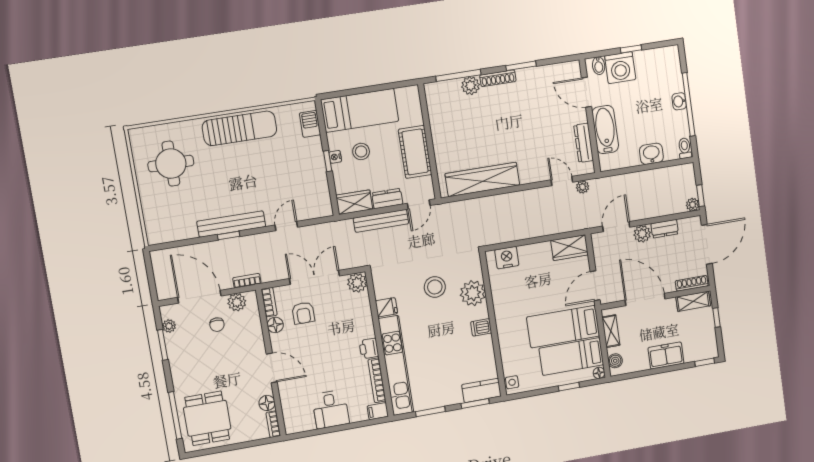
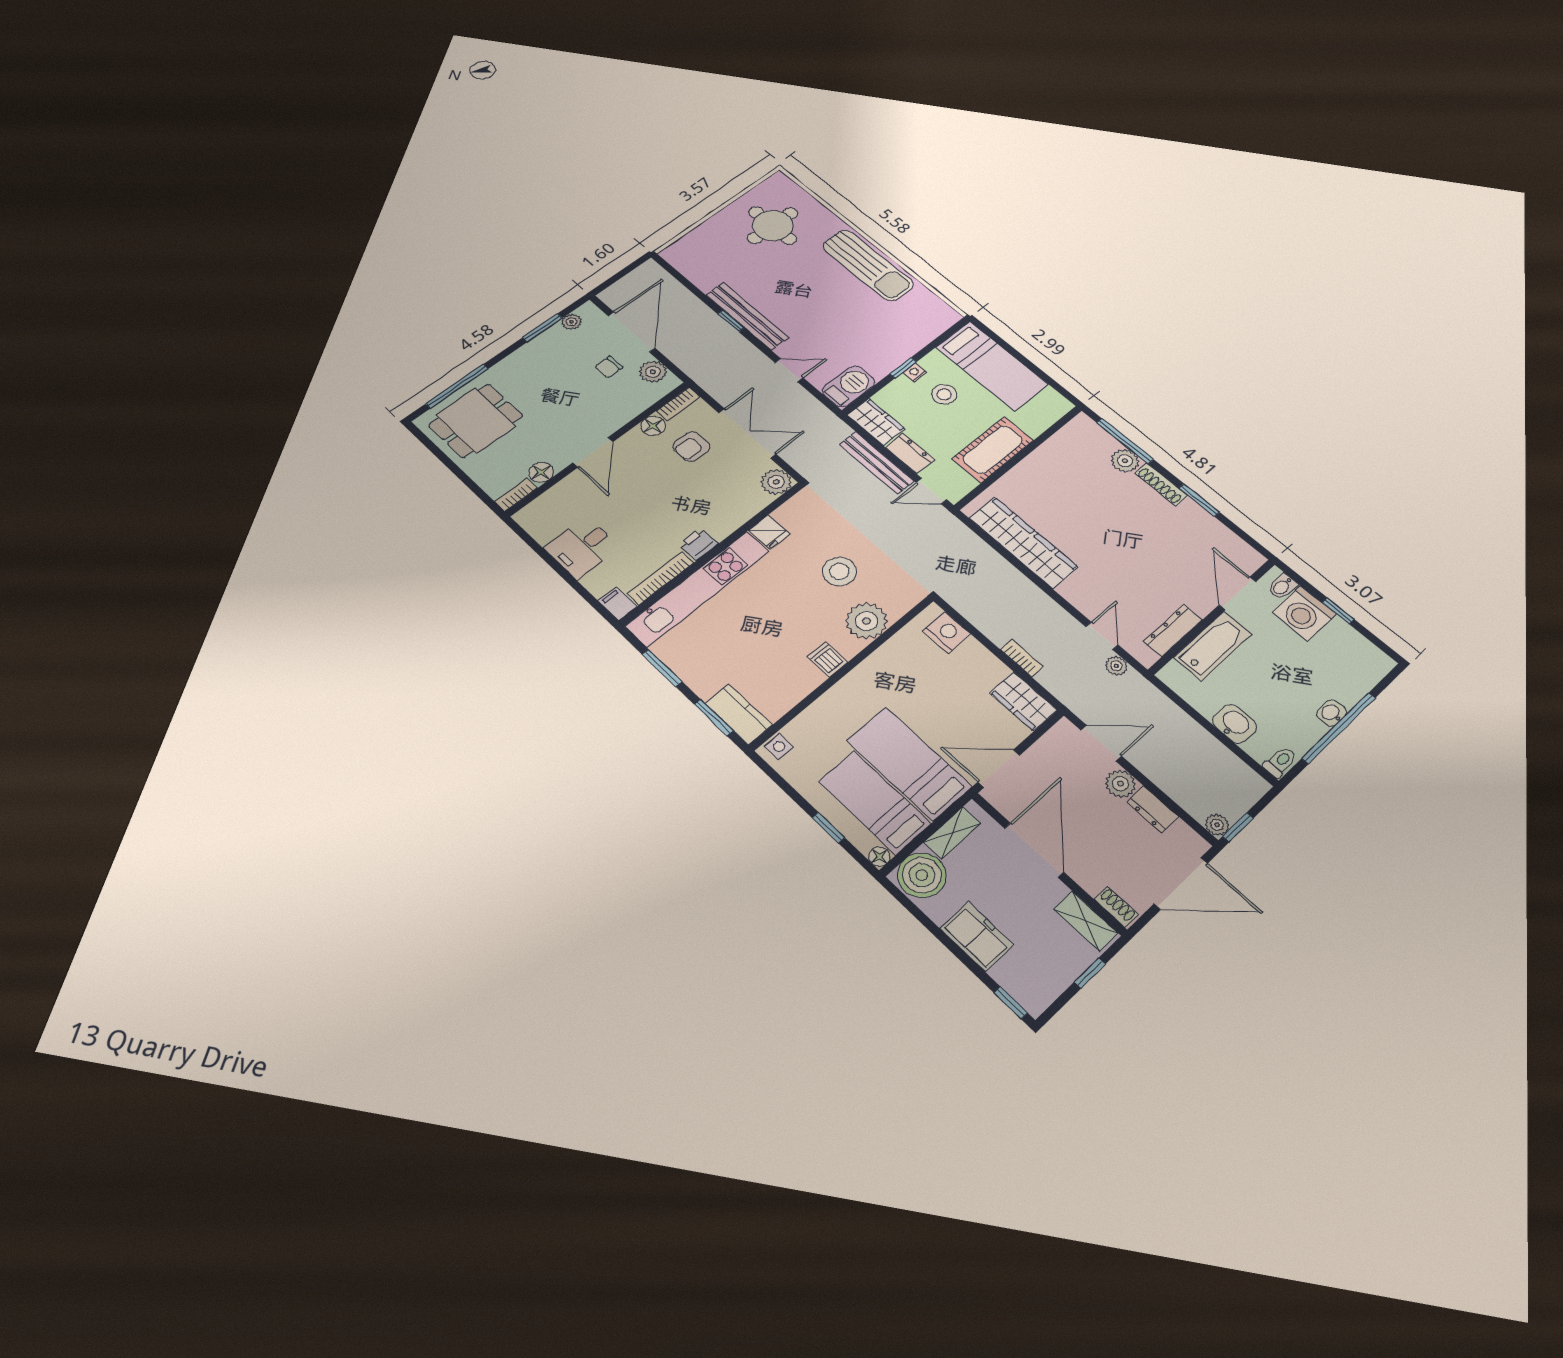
barbecue: (310, 124) -> (849, 386), moved, width x1.38, depth x1.27
bookcase: (247, 281) -> (1022, 658), moved
shoe rack: (692, 283) -> (1116, 907), width x0.70
boiler: (615, 361) -> (922, 875), width x1.86, depth x1.86

